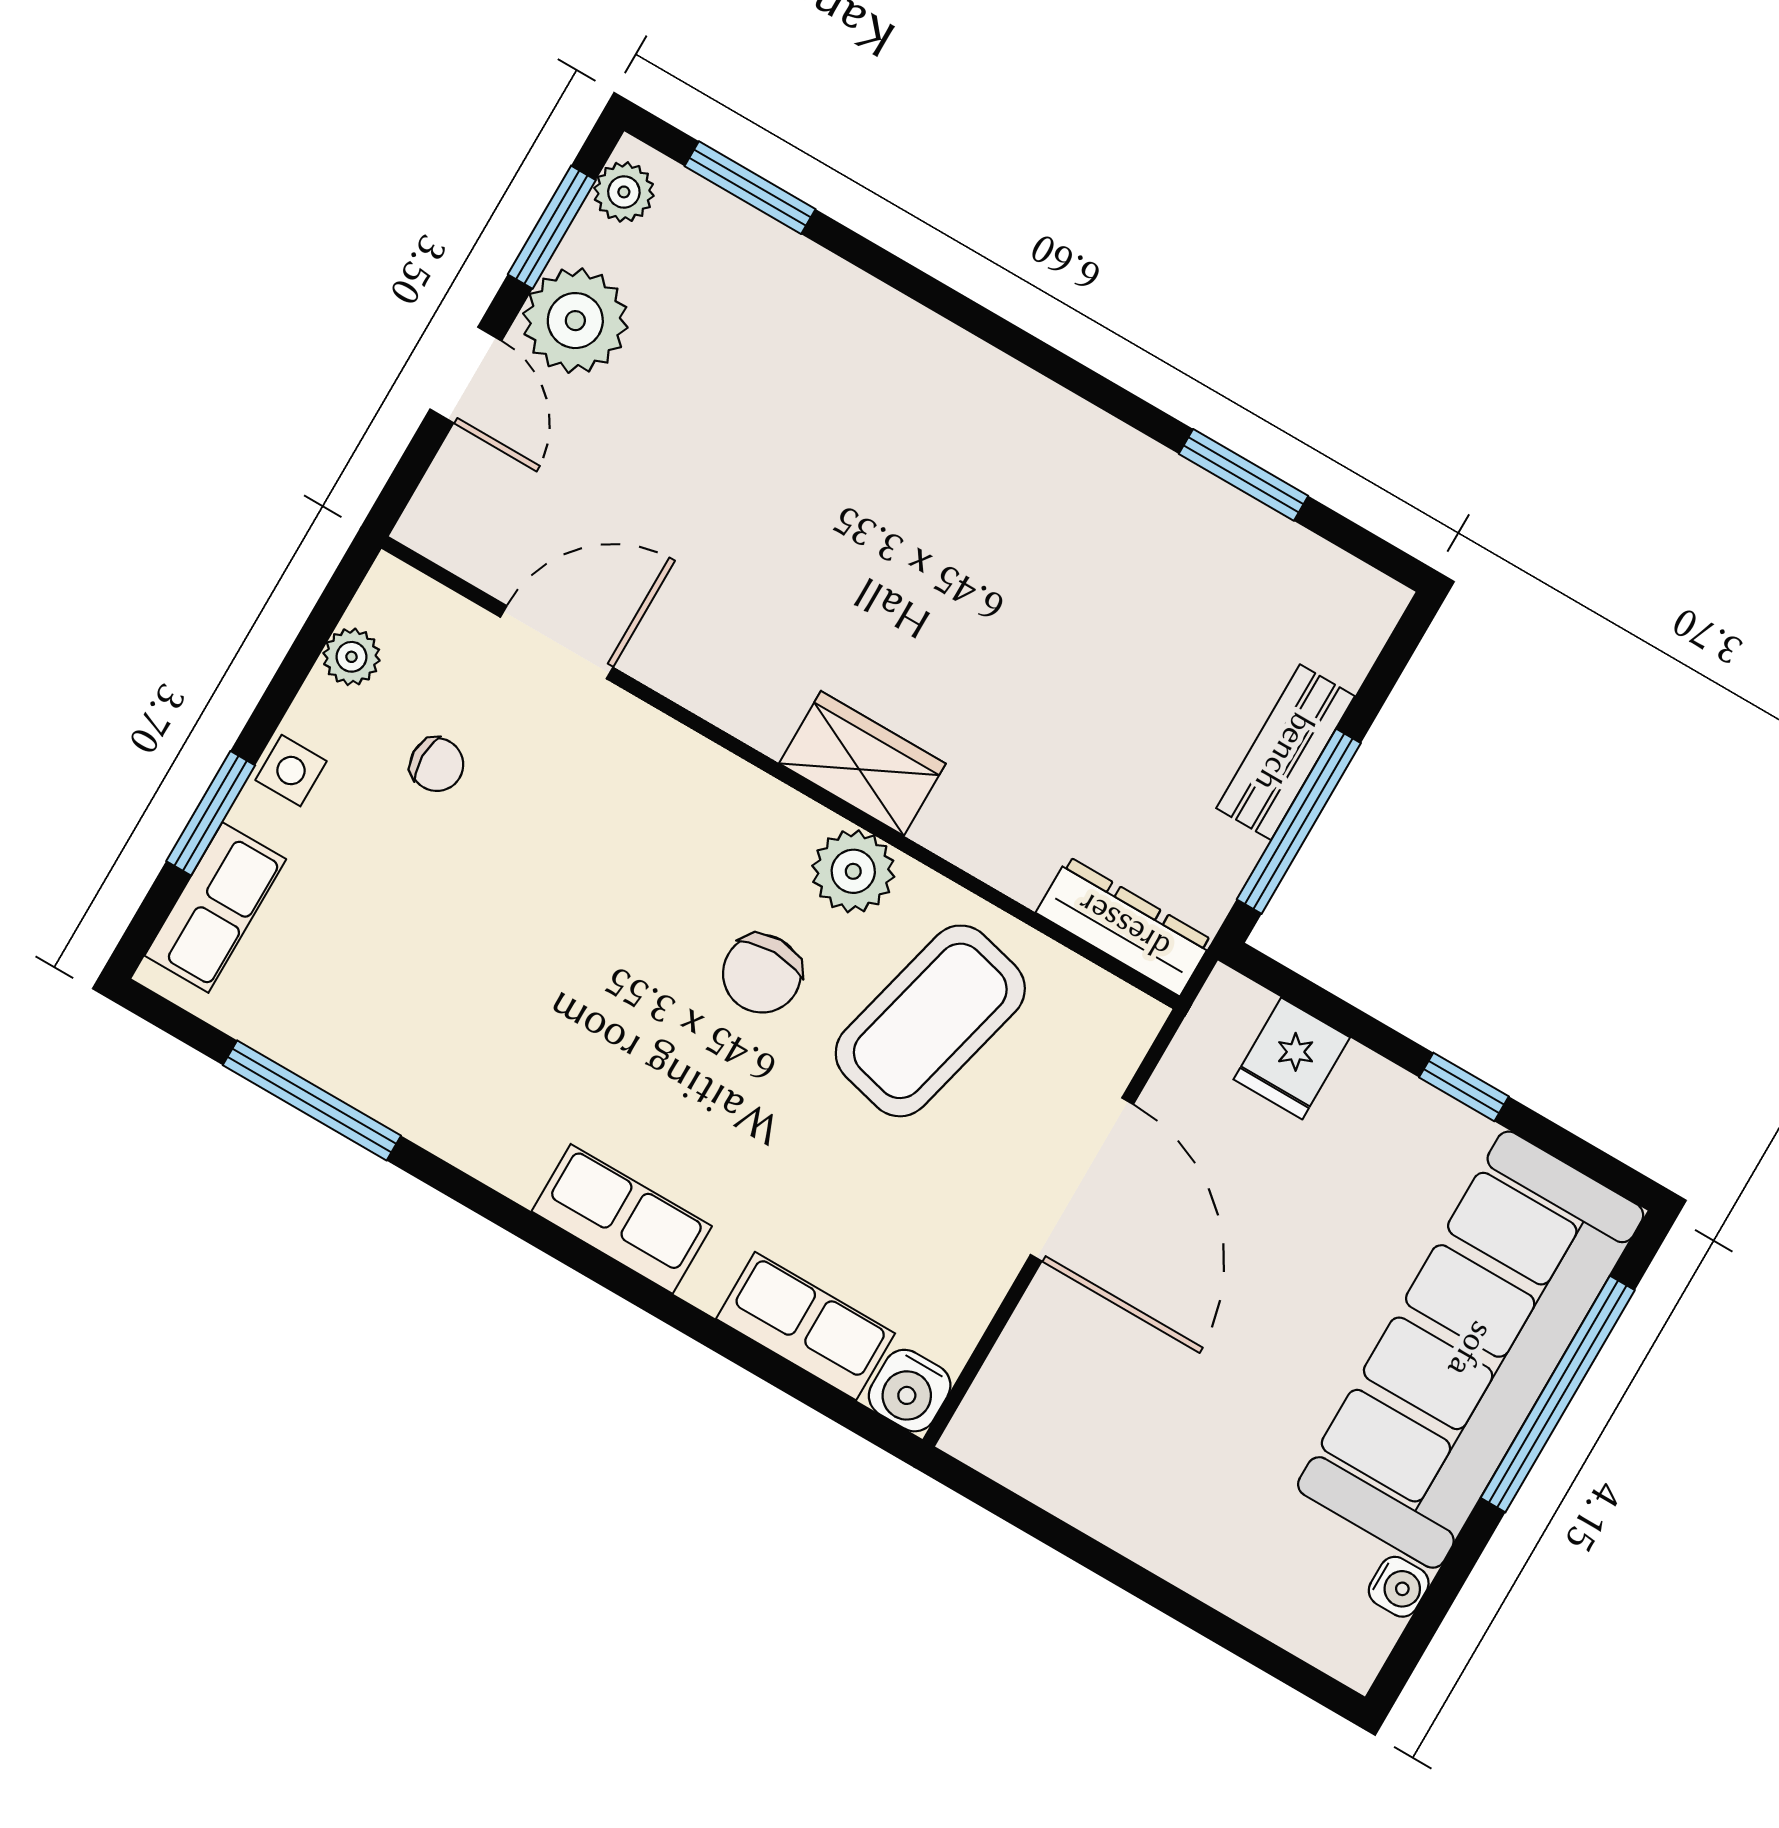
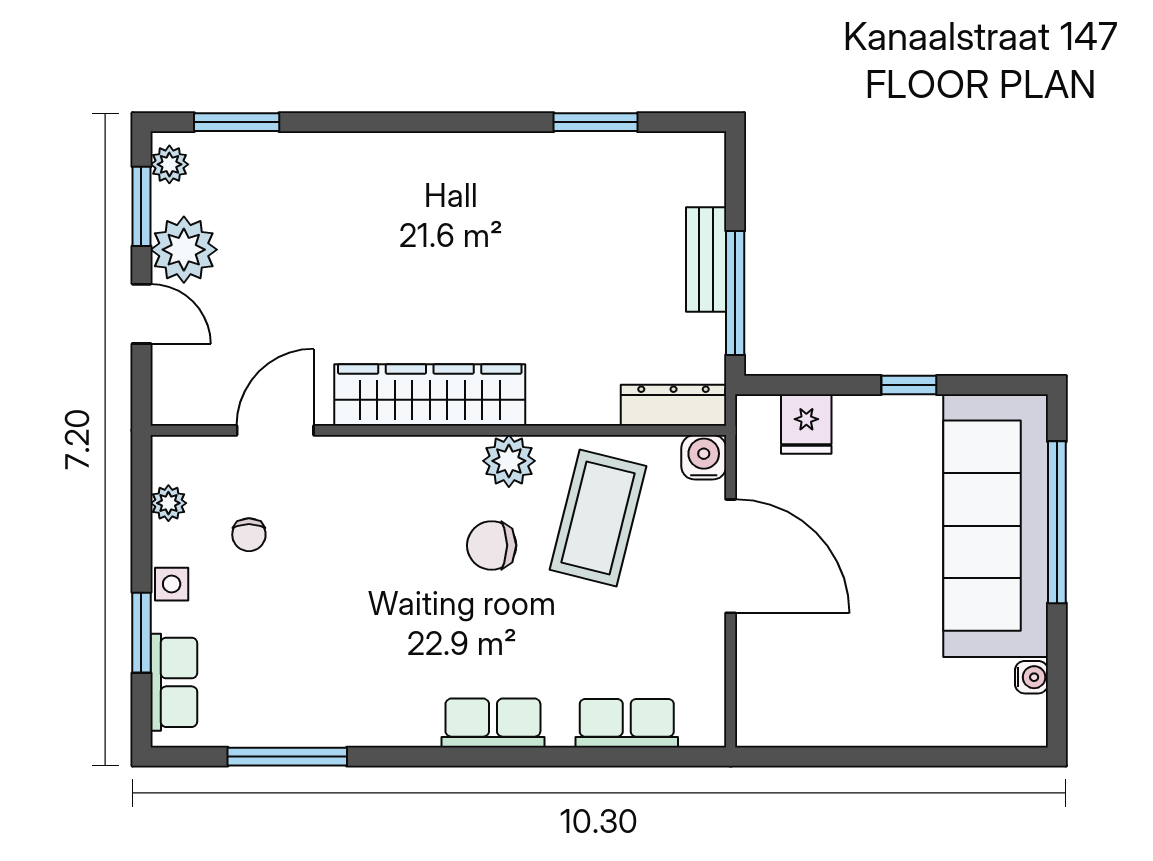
wardrobe: (862, 763) -> (430, 395), width x2.10, depth x1.17
chair: (437, 765) -> (249, 535), turned 90
chair: (762, 974) -> (492, 545), turned 90
water cooler: (910, 1391) -> (704, 457), moved, turned 180

